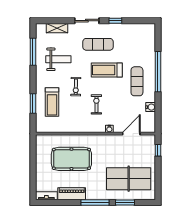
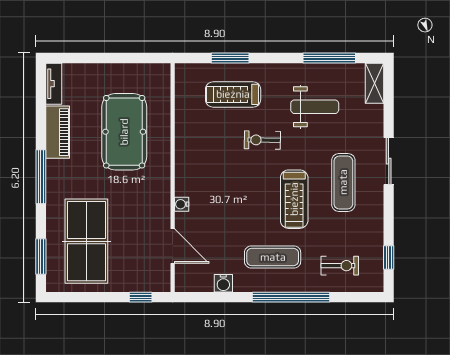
window: (115, 21) -> (389, 258), moved
shelving: (57, 28) -> (375, 83), moved
weight bench: (58, 59) -> (315, 107), turned -90
treadmill: (107, 70) -> (294, 199), turned 180
exercise bike: (96, 104) -> (340, 266), moved
window: (125, 202) -> (41, 257), moved

